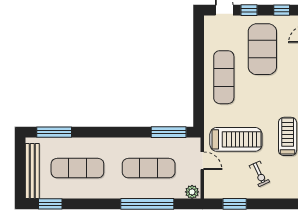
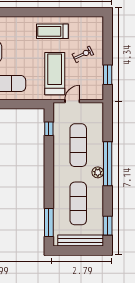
window: (169, 132) -> (49, 129), width x0.46
plant: (192, 192) -> (98, 172), moved
window: (147, 204) -> (108, 164), moved

